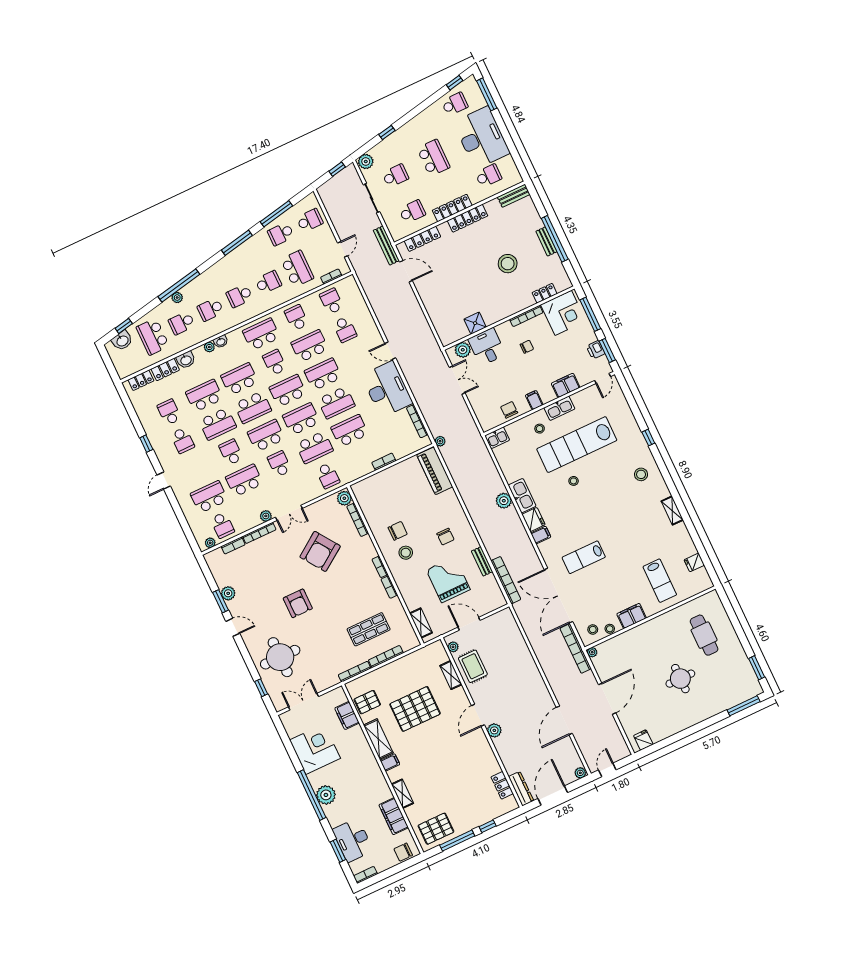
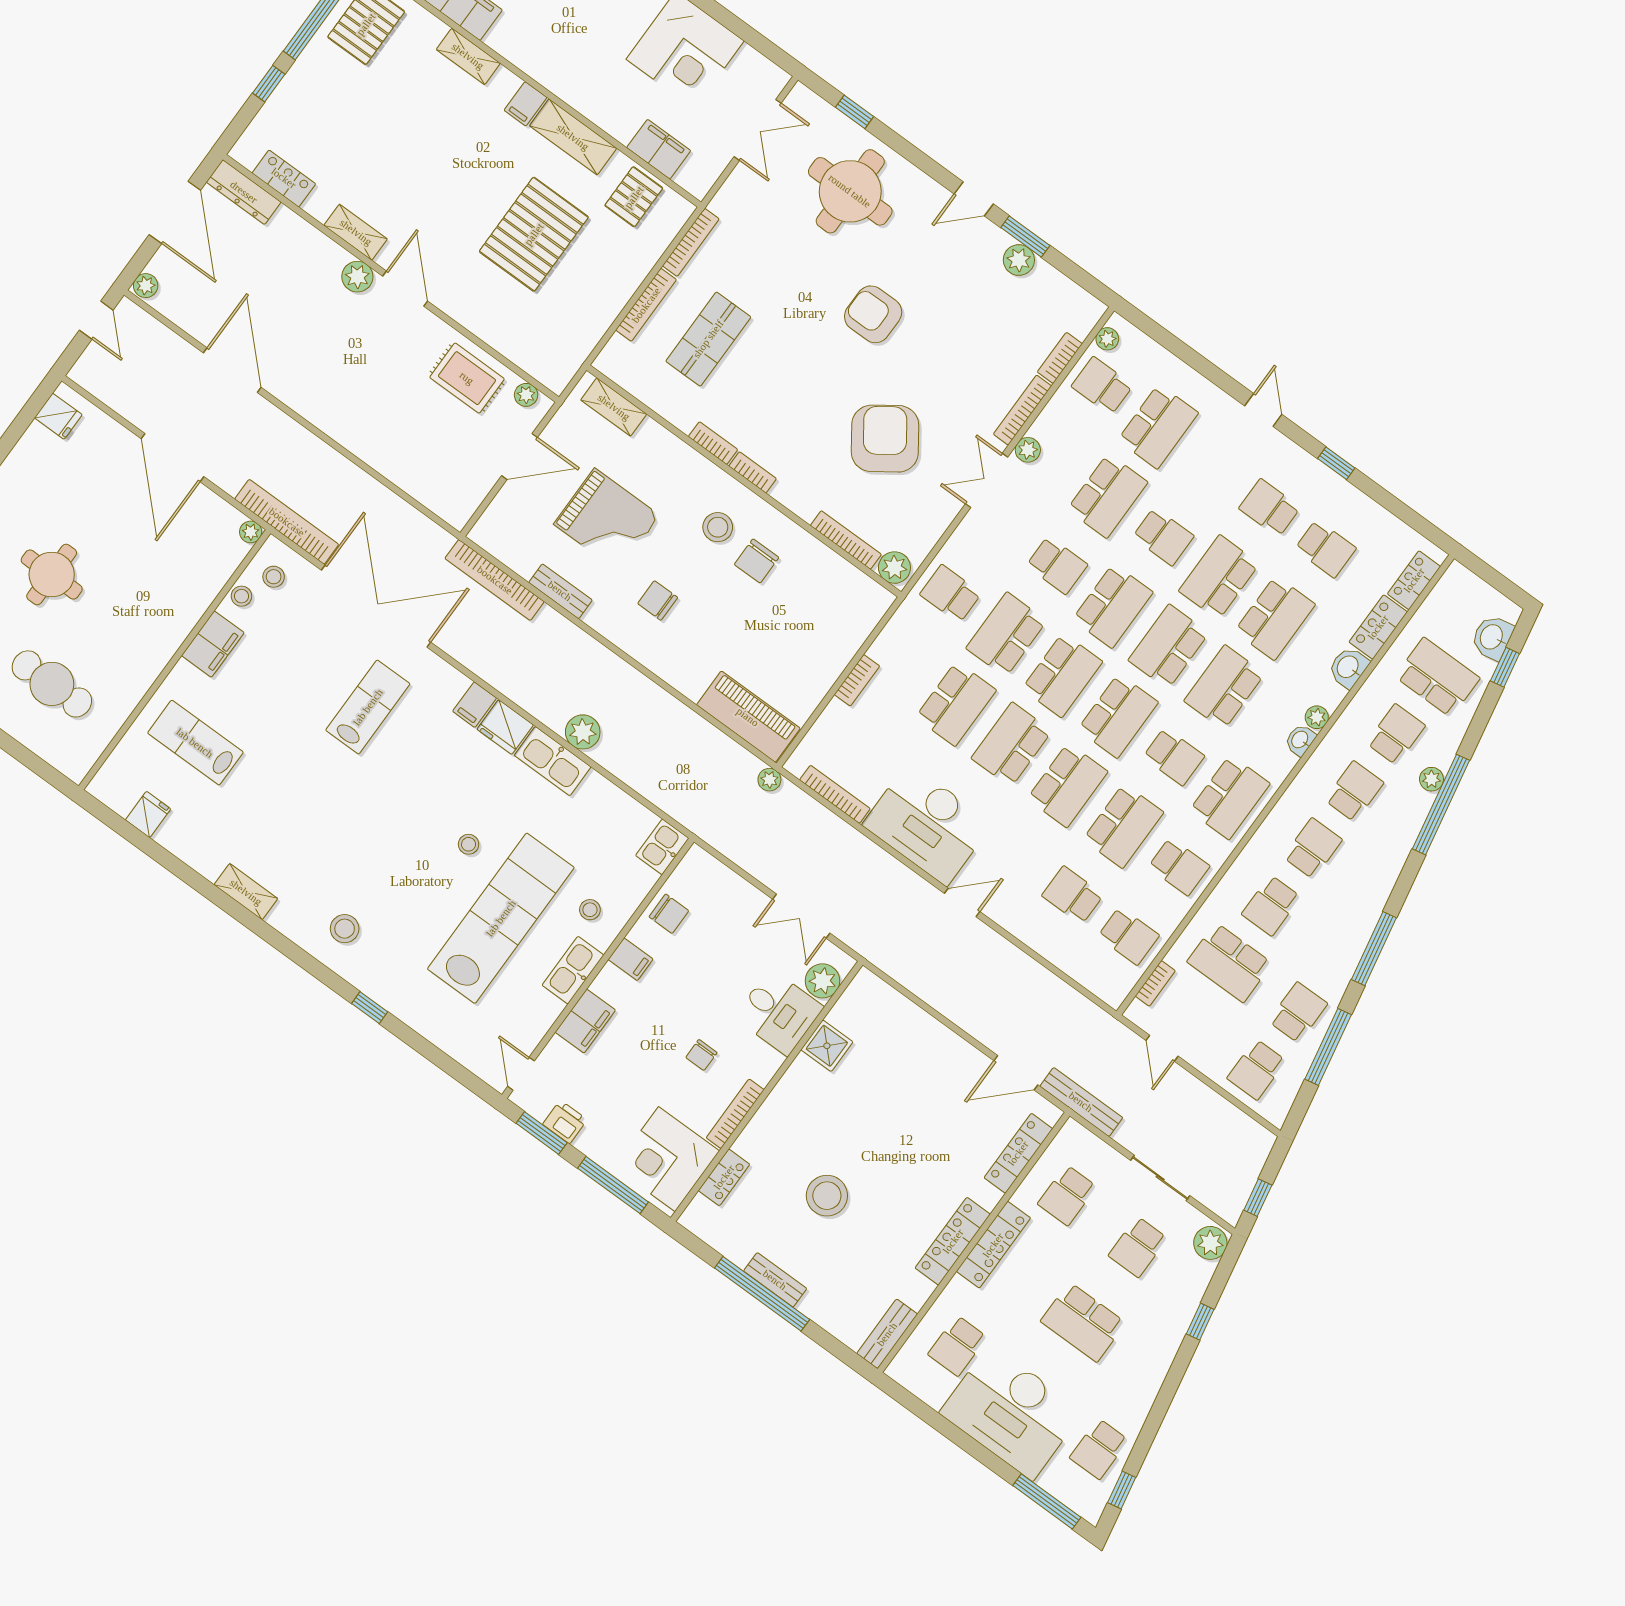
school desk: (239, 379) -> (1224, 687), turned 180
shelving: (451, 675) -> (356, 232), moved

